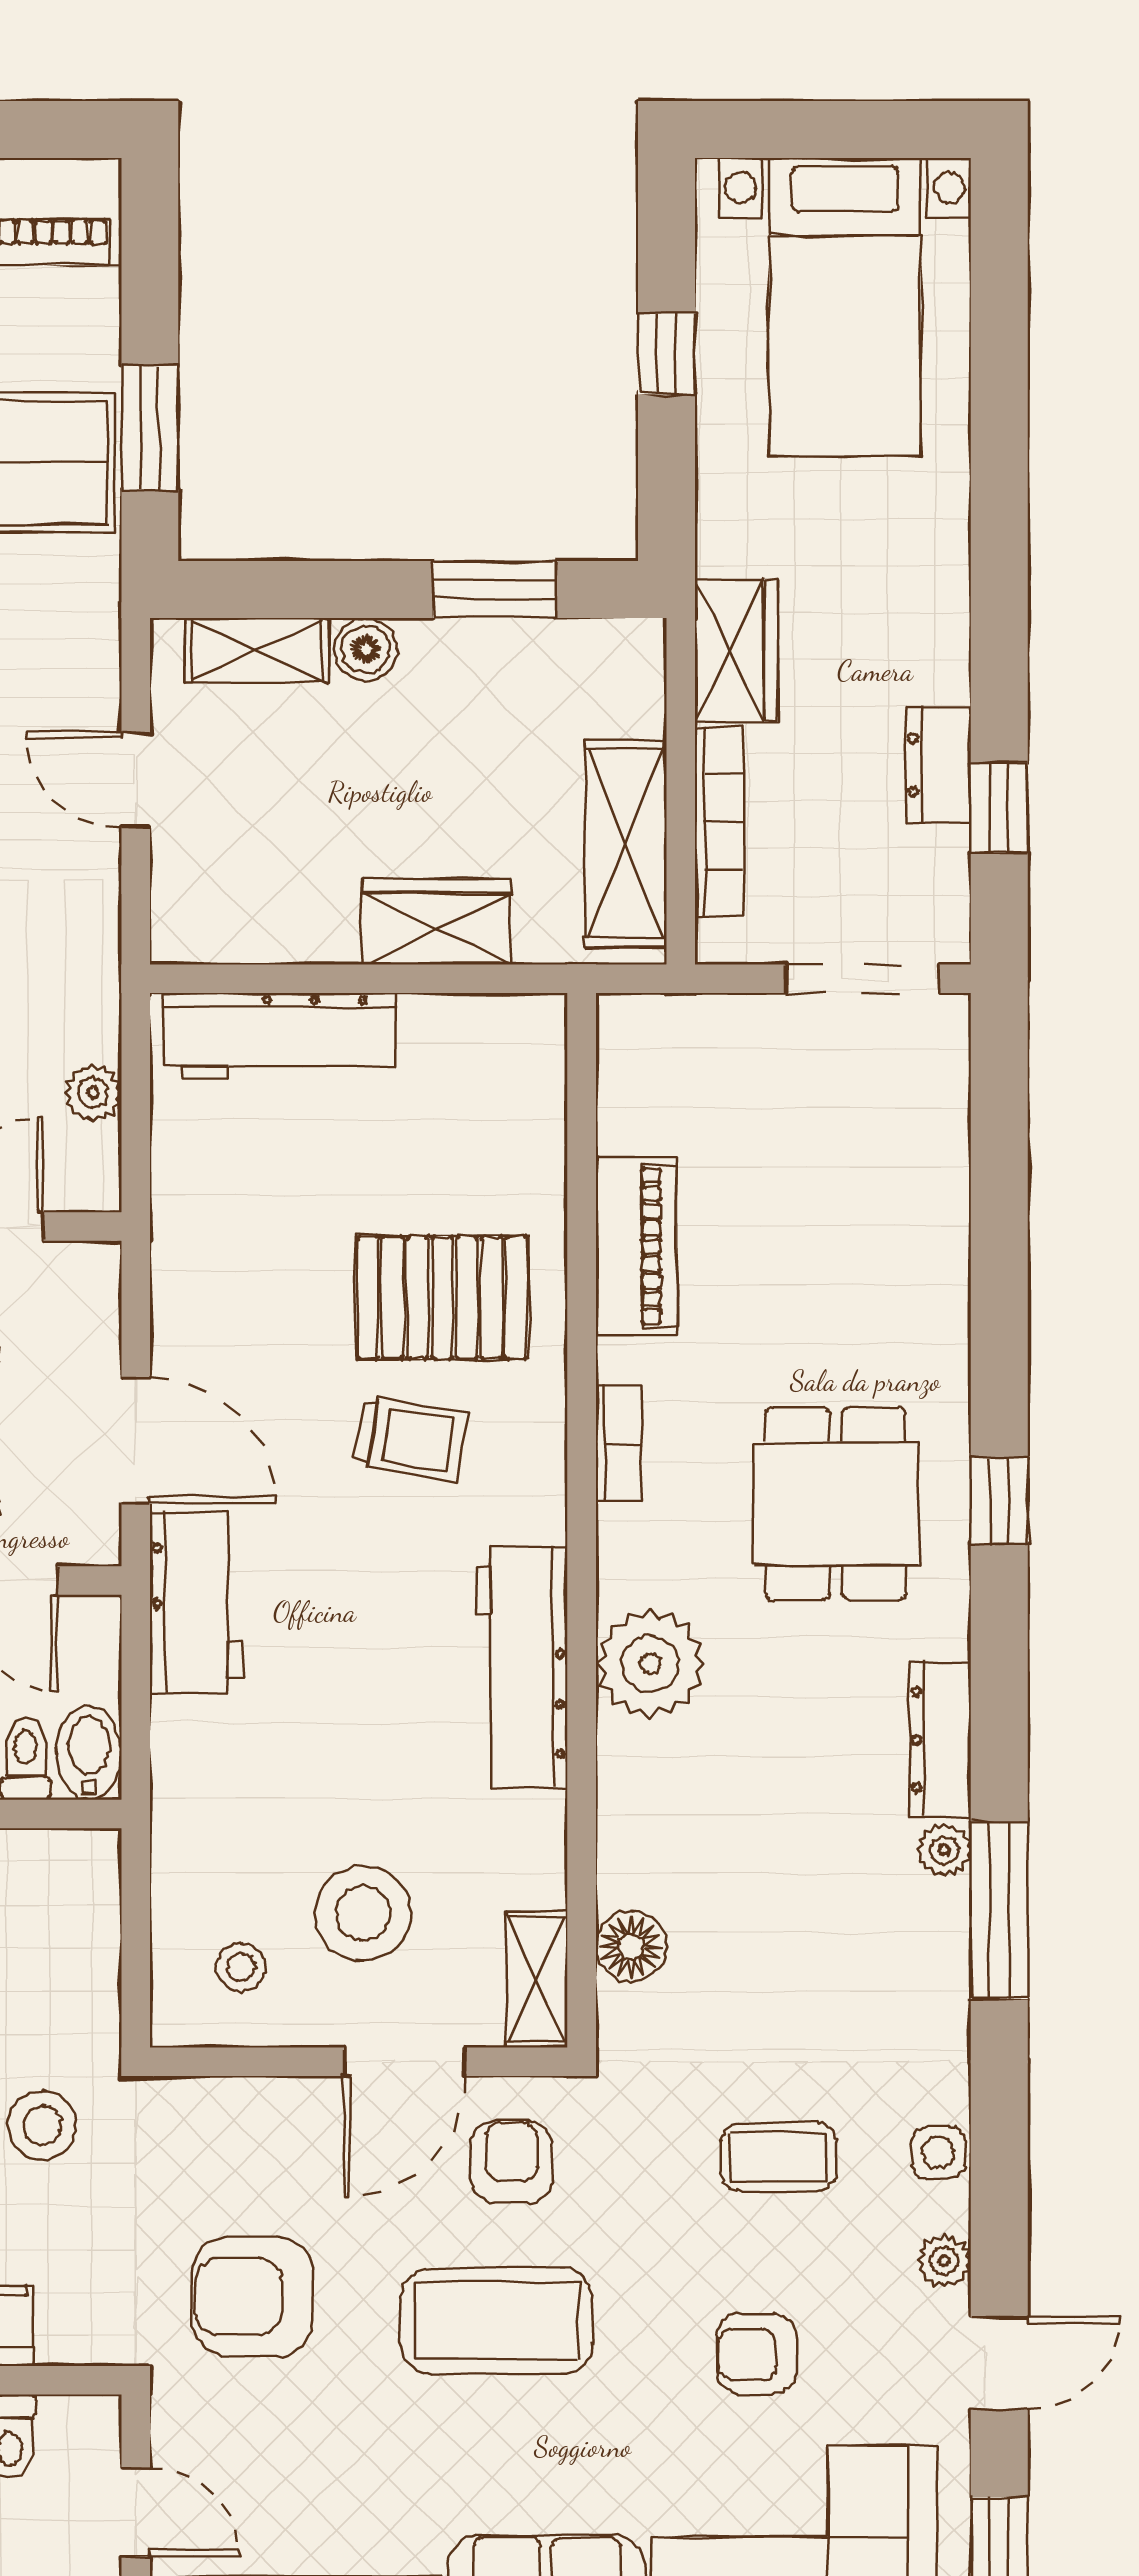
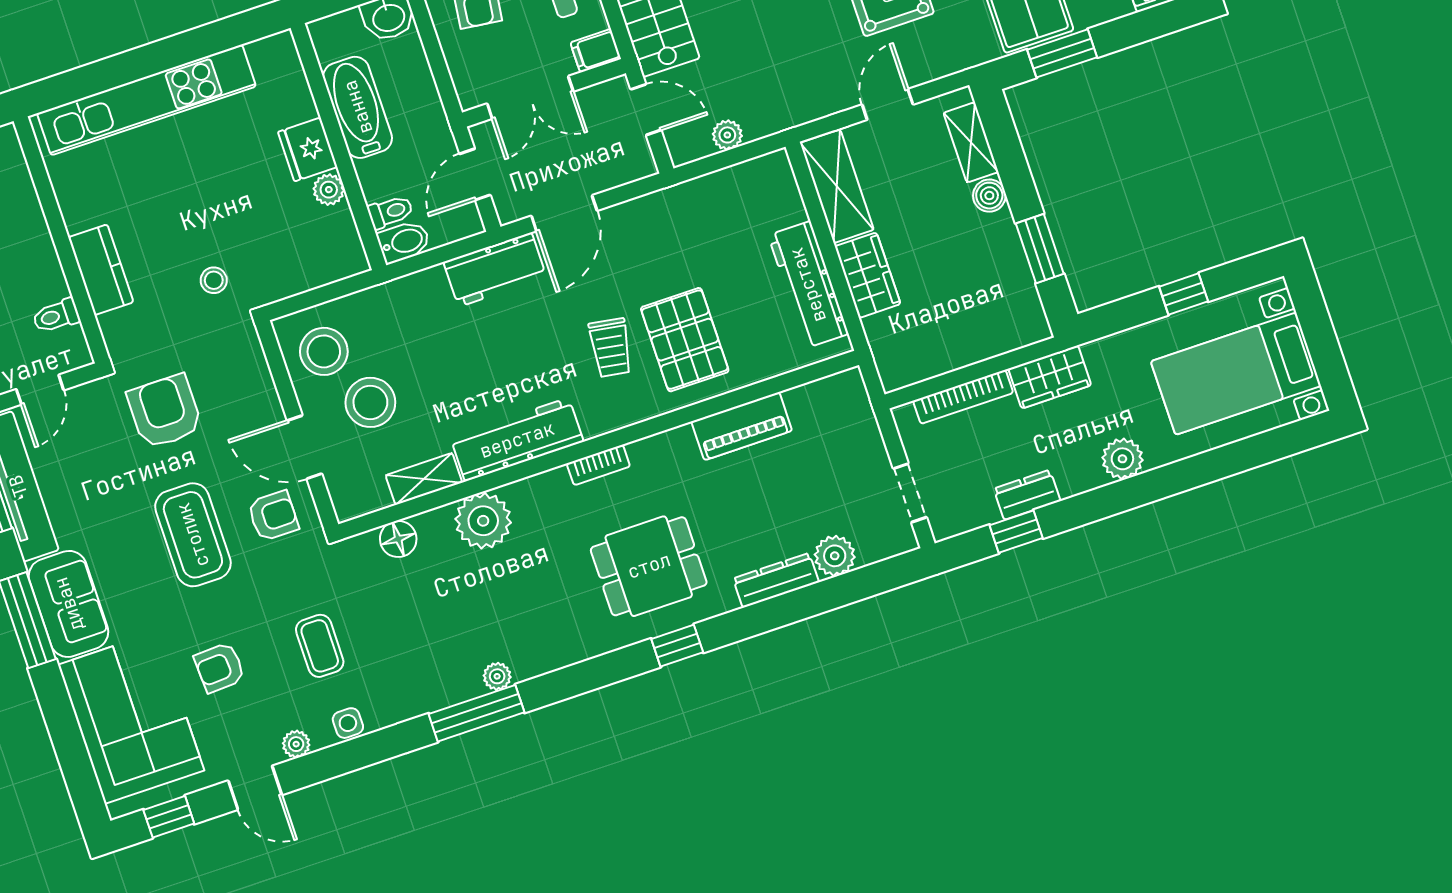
plant: (931, 568) -> (1122, 459), added
shelving: (625, 844) -> (837, 186), moved, turned 90
doorway: (862, 979) -> (910, 493), width x0.73
workbench: (280, 1037) -> (808, 285), moved
plant: (932, 1156) -> (835, 556), added
bookcase: (619, 1443) -> (598, 465), moved
plant: (650, 1664) -> (483, 521), moved
dresser: (940, 1740) -> (776, 580), moved
stool: (241, 1967) -> (324, 351), width x1.89, depth x1.89
shelving: (537, 1979) -> (424, 479), moved
stool: (42, 2125) -> (214, 280), width x0.73, depth x0.73
armchair: (757, 2354) -> (220, 667), turned -93

